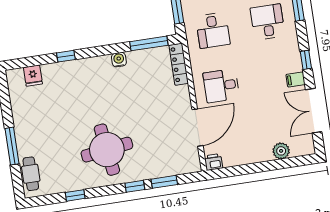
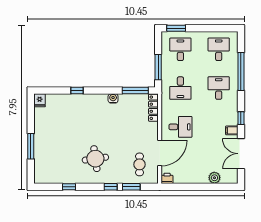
fridge: (33, 76) -> (40, 100), moved
desk: (221, 86) -> (180, 127), turned 180
round table: (107, 150) -> (95, 159), width x0.73, depth x0.73
cafe table: (31, 174) -> (140, 164), moved

